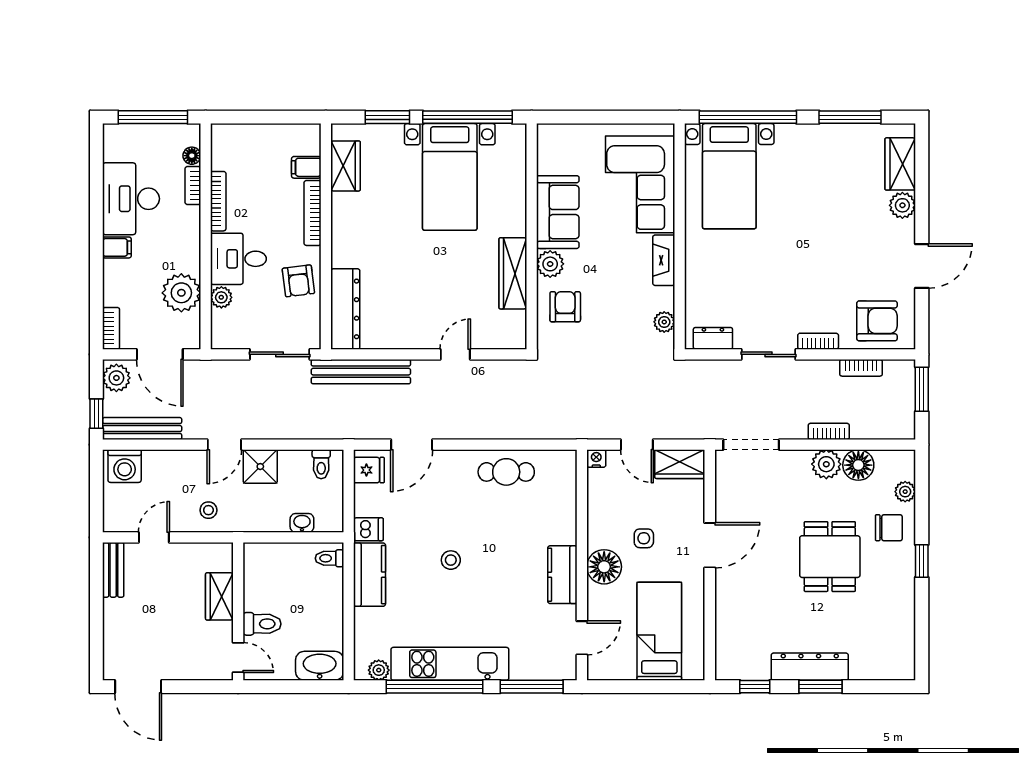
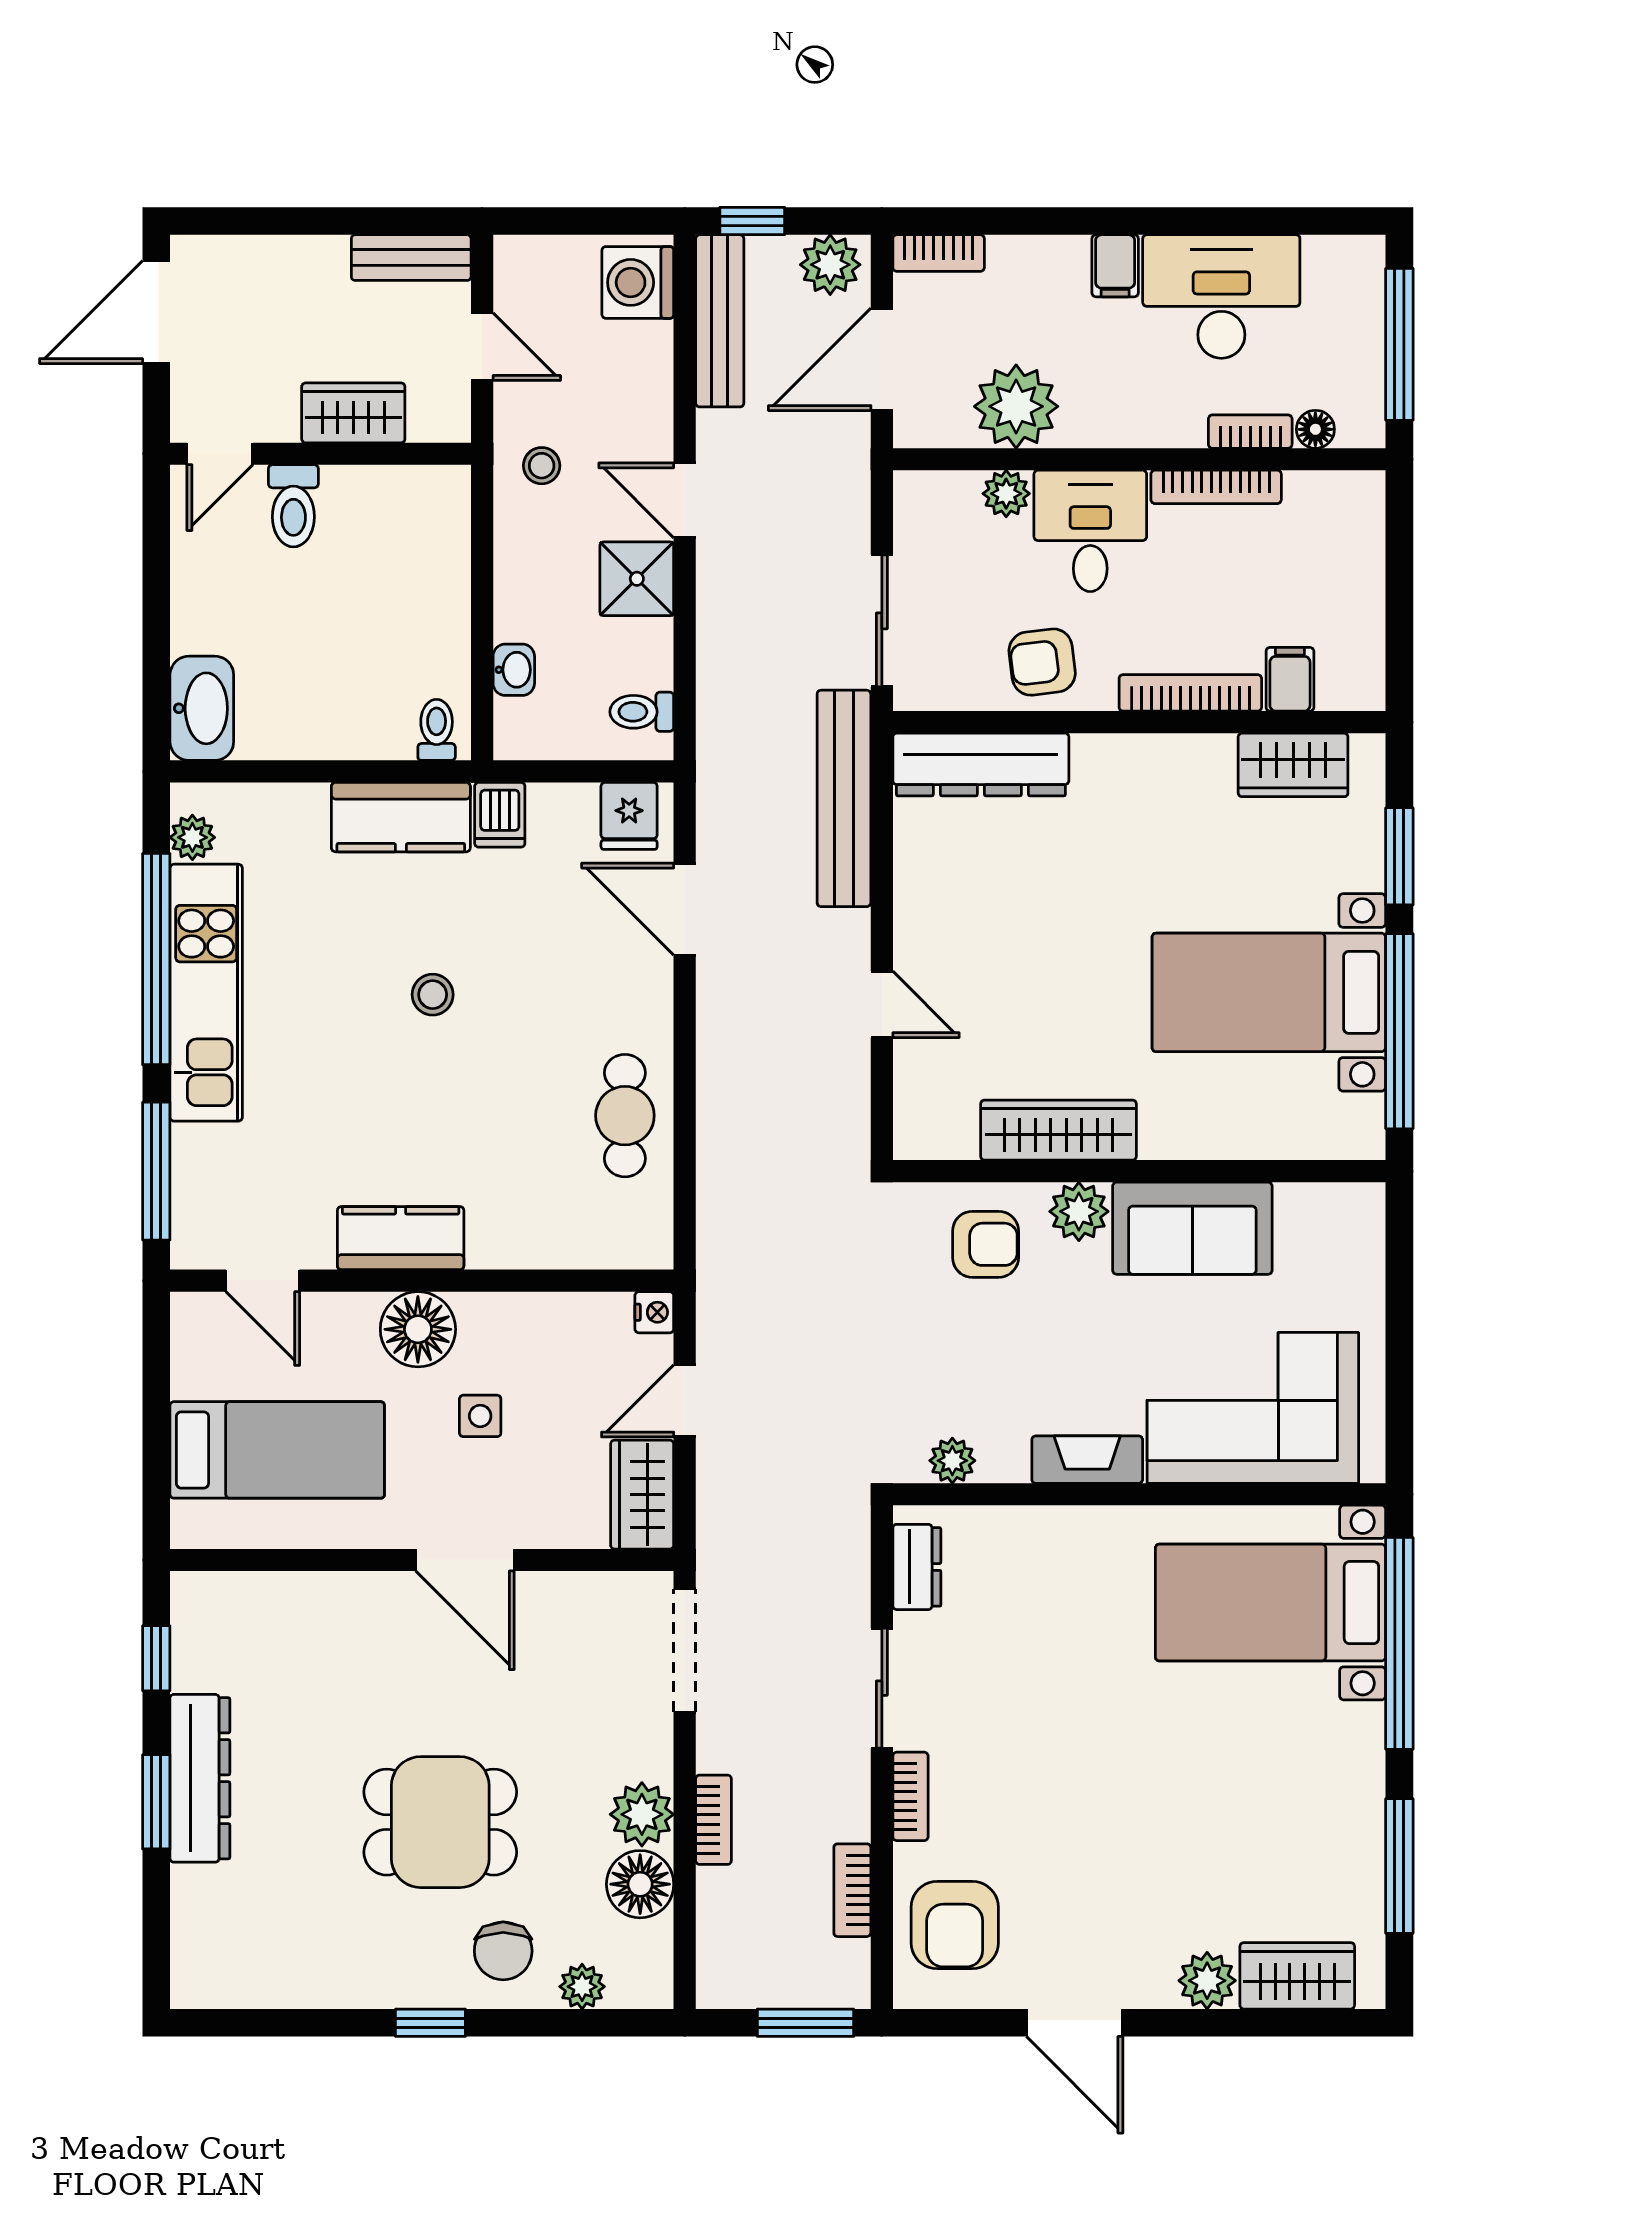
wardrobe: (219, 596) -> (353, 413), moved
wall: (238, 611) -> (321, 454), moved
toilet: (262, 624) -> (293, 506), moved
door: (238, 658) -> (220, 454), moved

